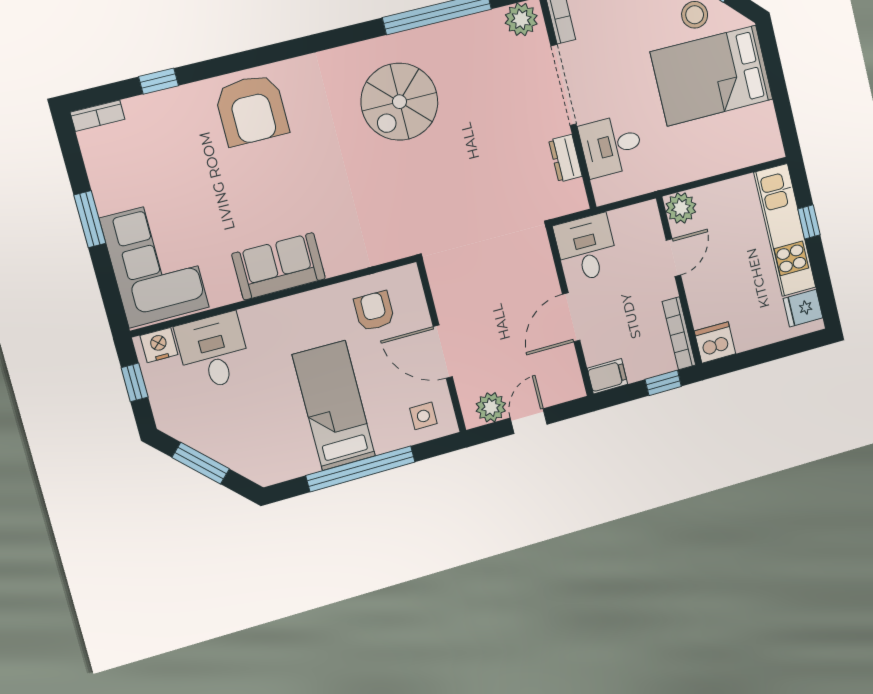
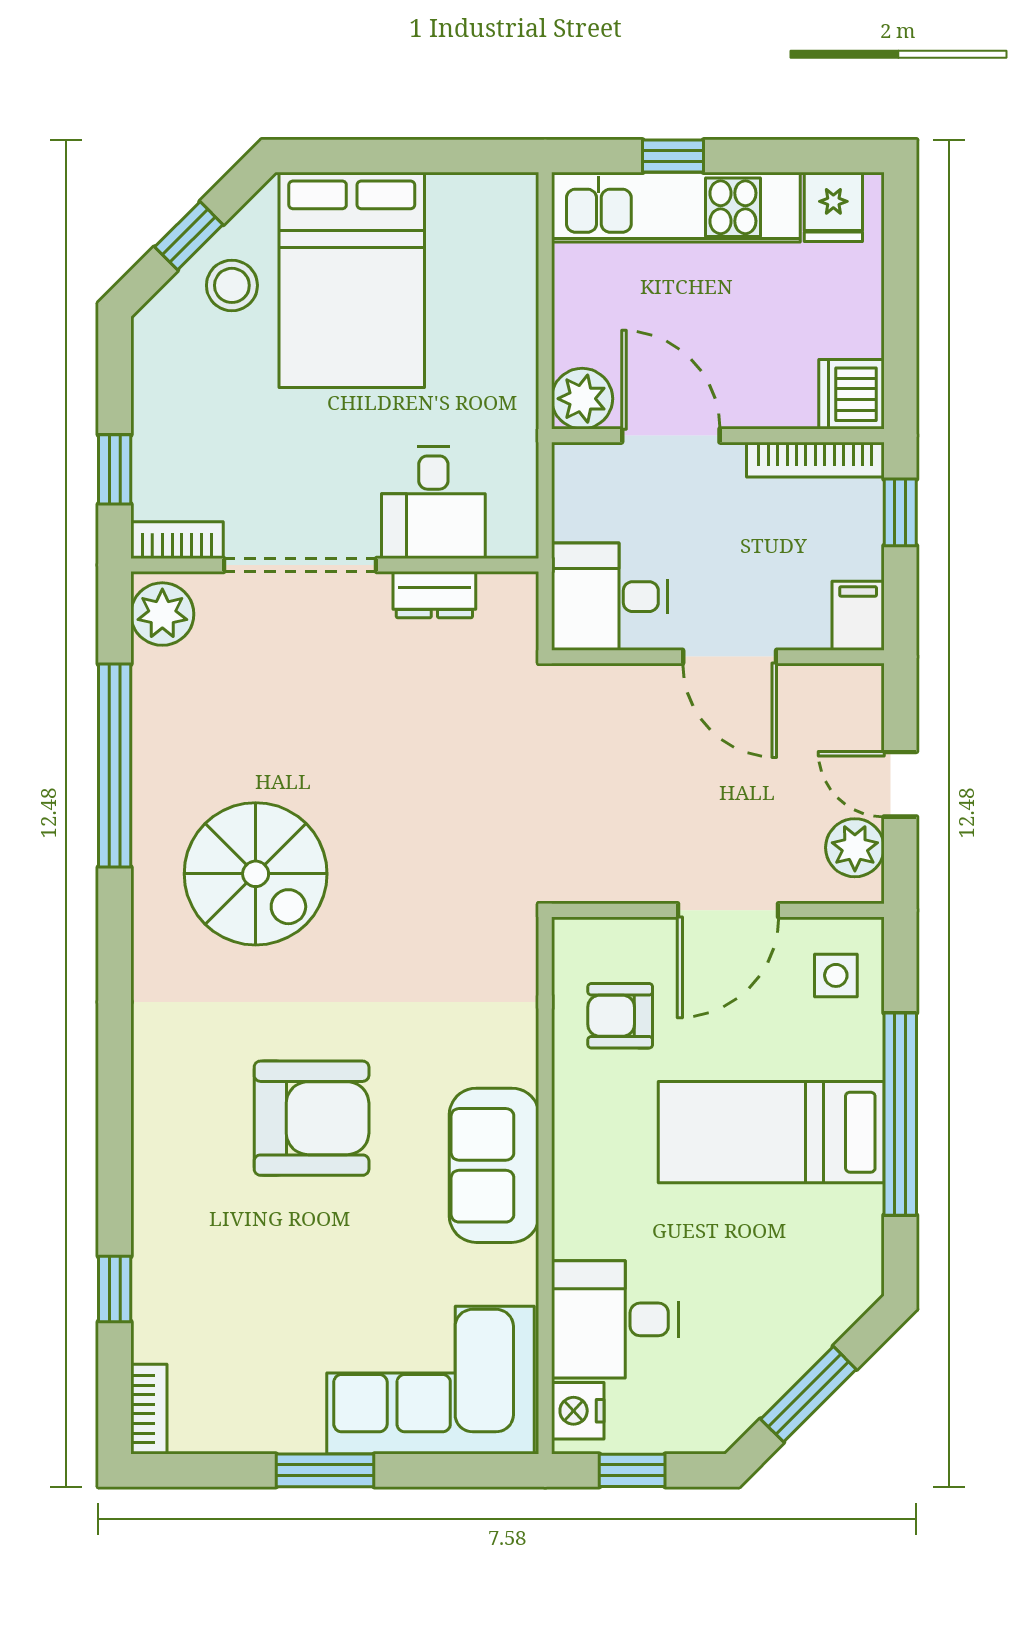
armchair: (252, 110) -> (312, 1118), moved
door: (673, 258) -> (671, 436), width x1.37

